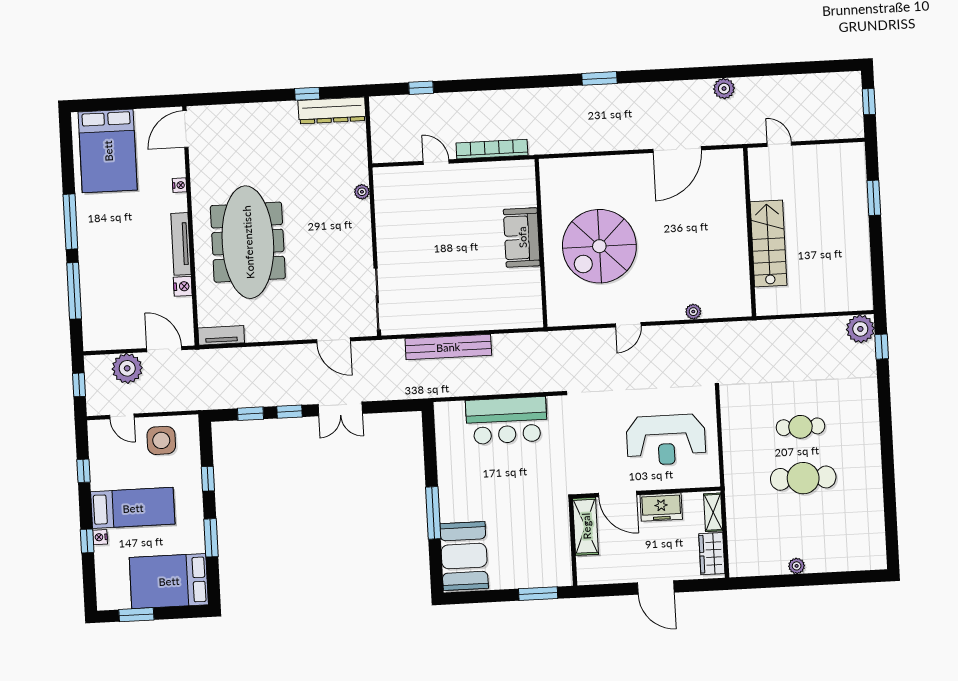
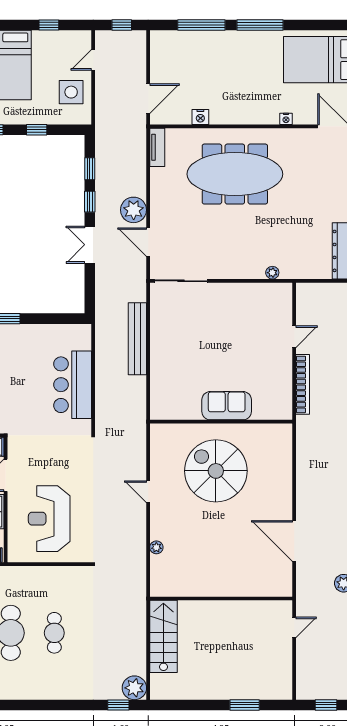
tv unit: (181, 244) -> (236, 117), removed
stairs: (768, 244) -> (163, 636), moved, turned -90
door: (333, 340) -> (148, 242), hinge flipped
plant: (127, 368) -> (134, 210), moved

